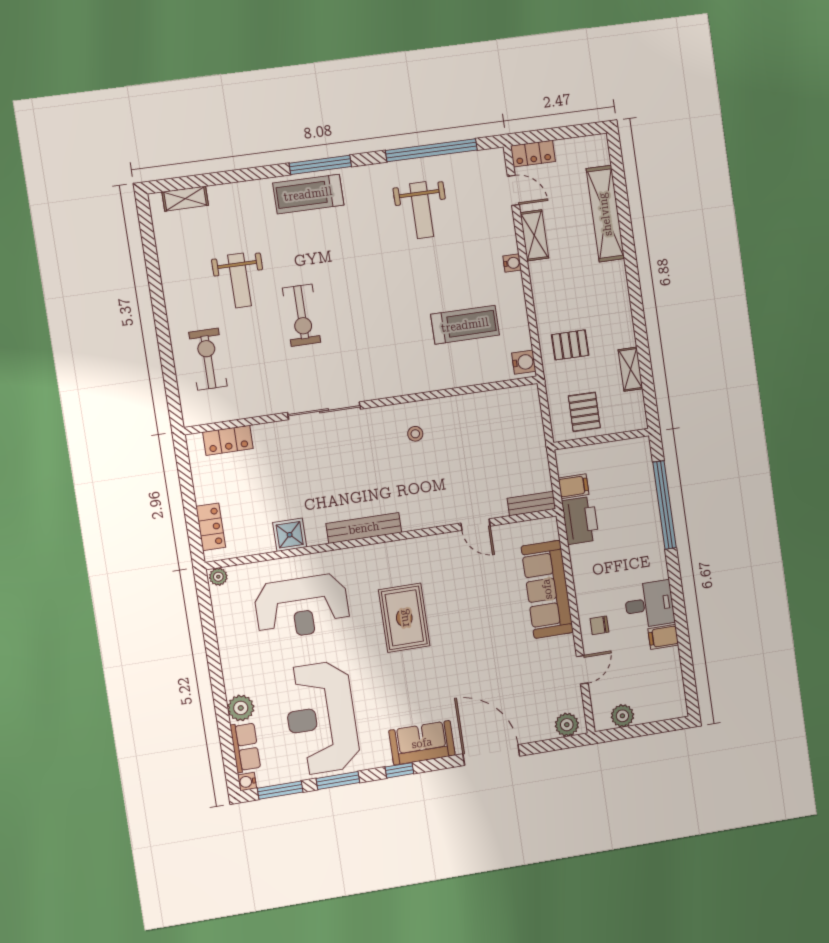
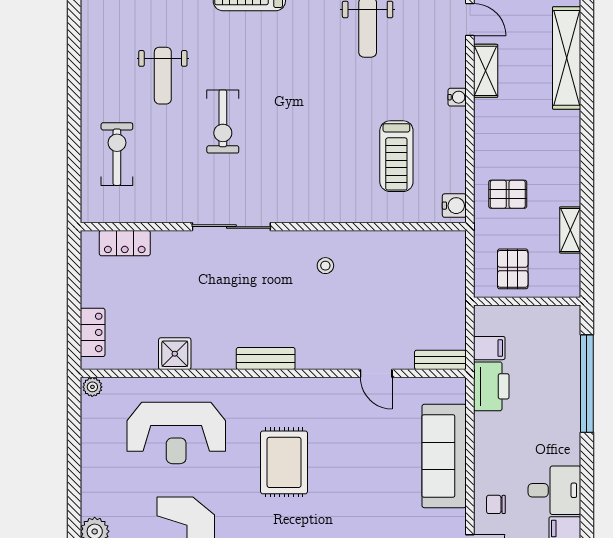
treadmill: (465, 325) -> (396, 156), turned 90
bench: (364, 528) -> (266, 359), width x0.73

